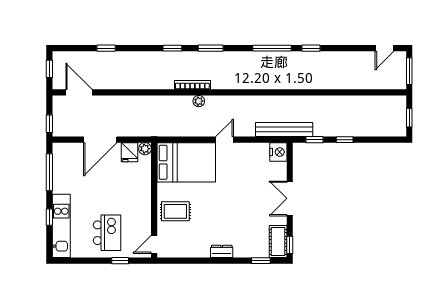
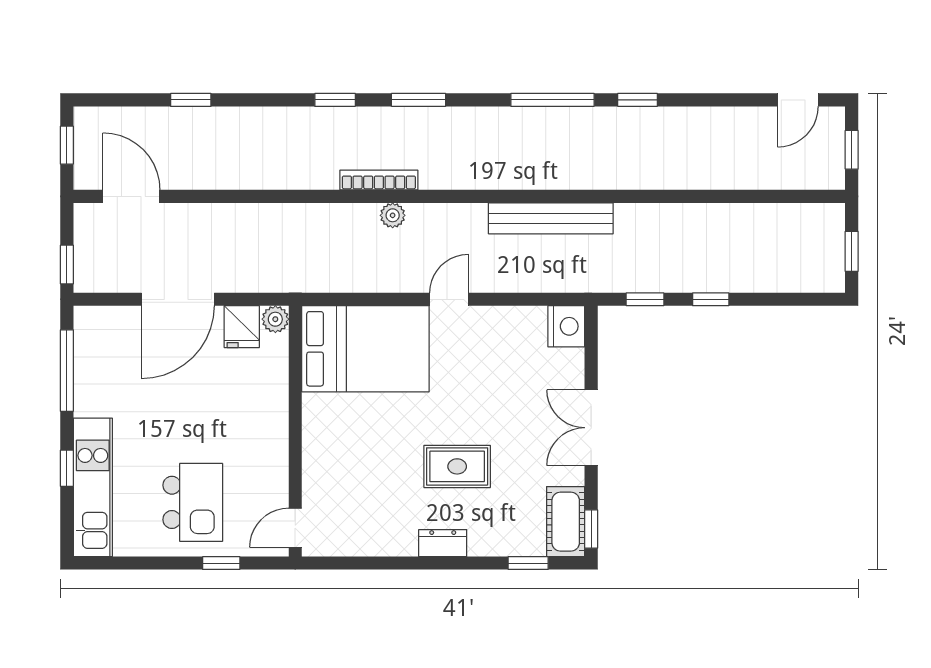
window: (409, 71) -> (852, 150), width x0.67
bench: (284, 130) -> (551, 218), moved
rug: (175, 211) -> (457, 466), moved

